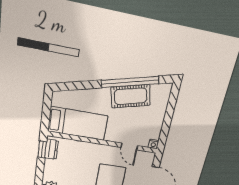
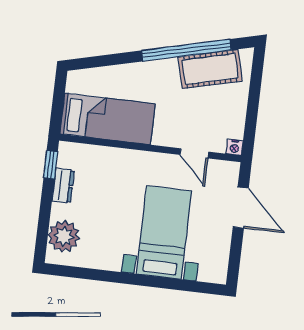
cot: (131, 96) -> (210, 69), moved
dresser: (51, 149) -> (63, 186), moved

